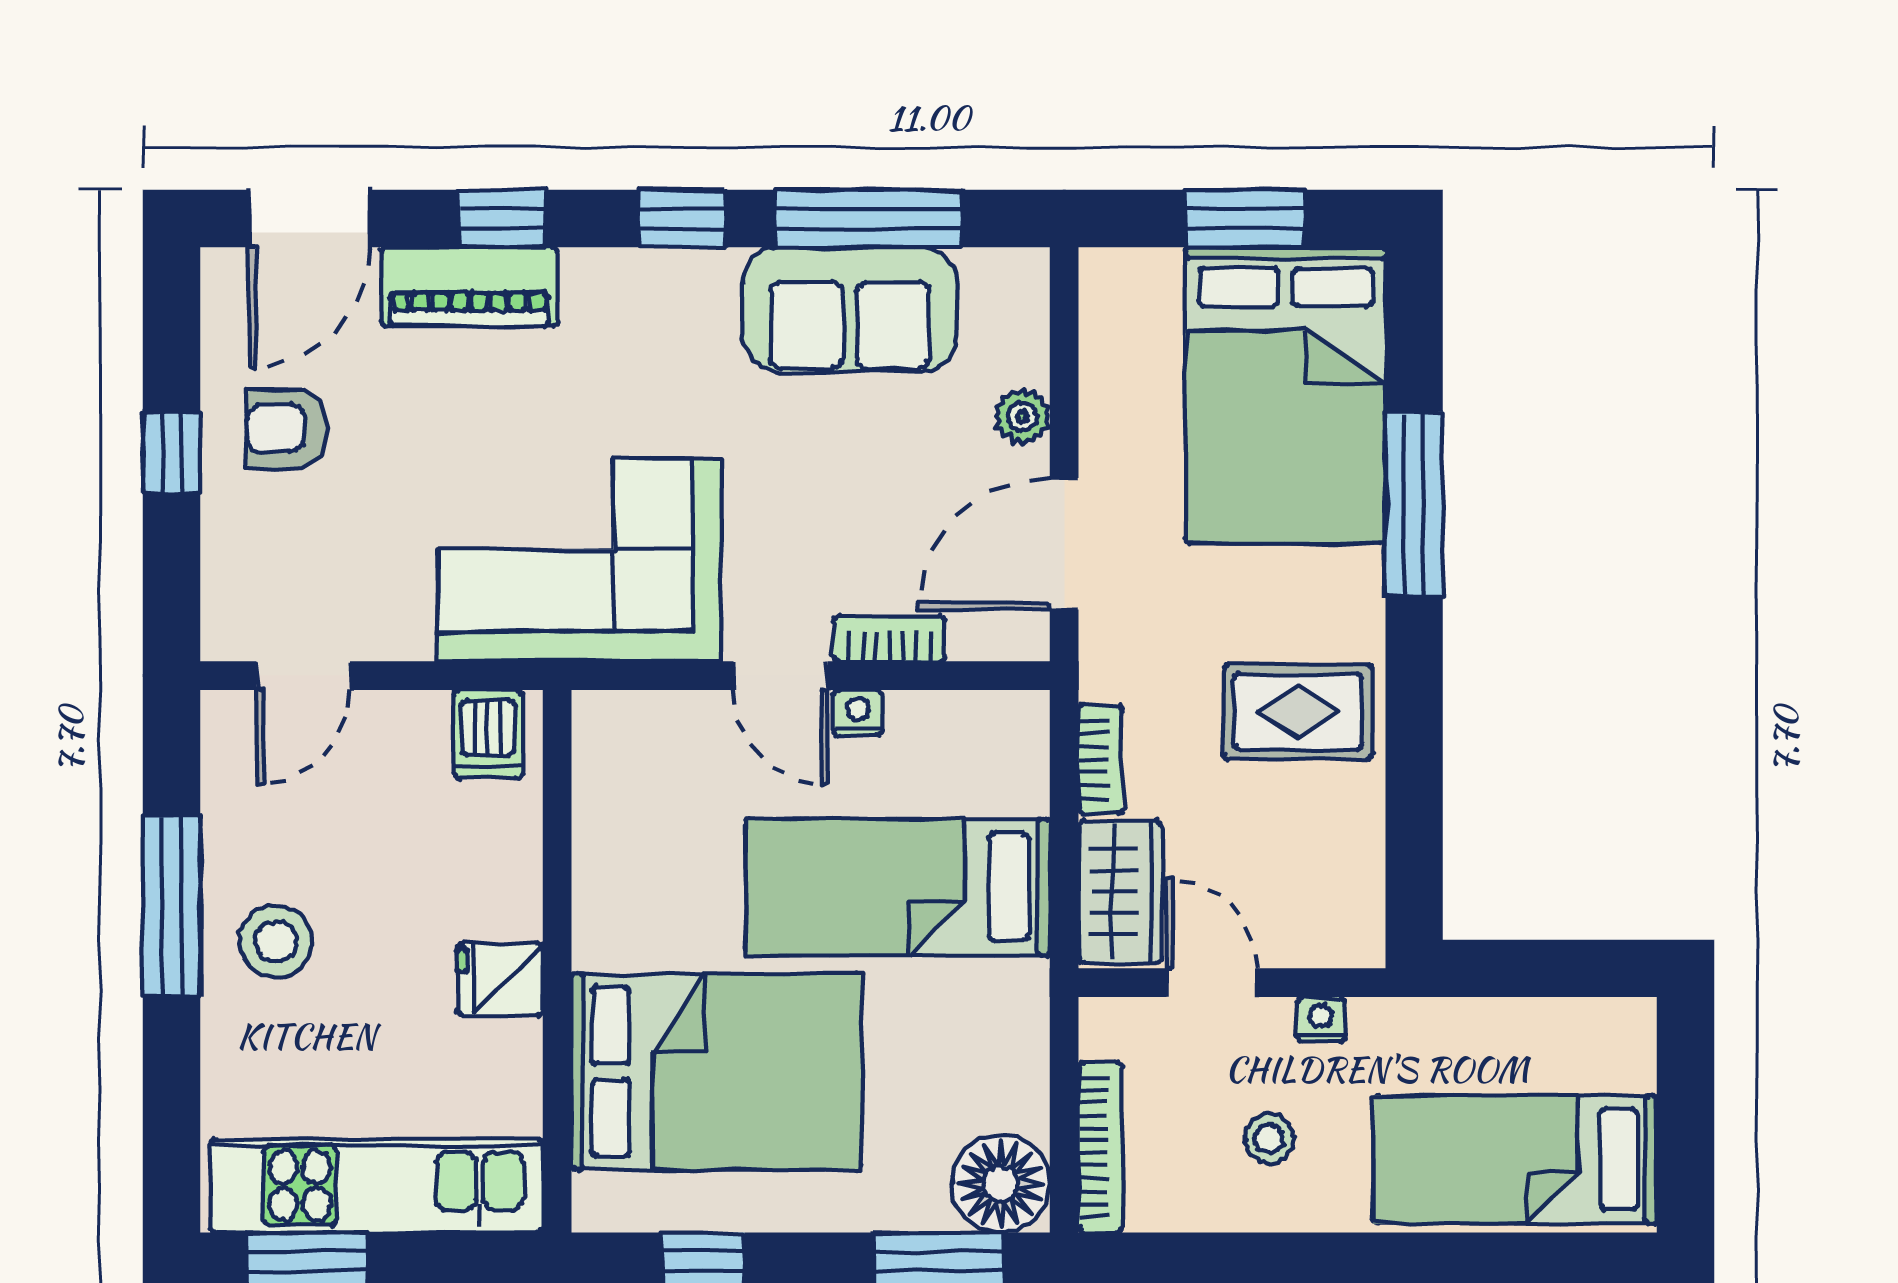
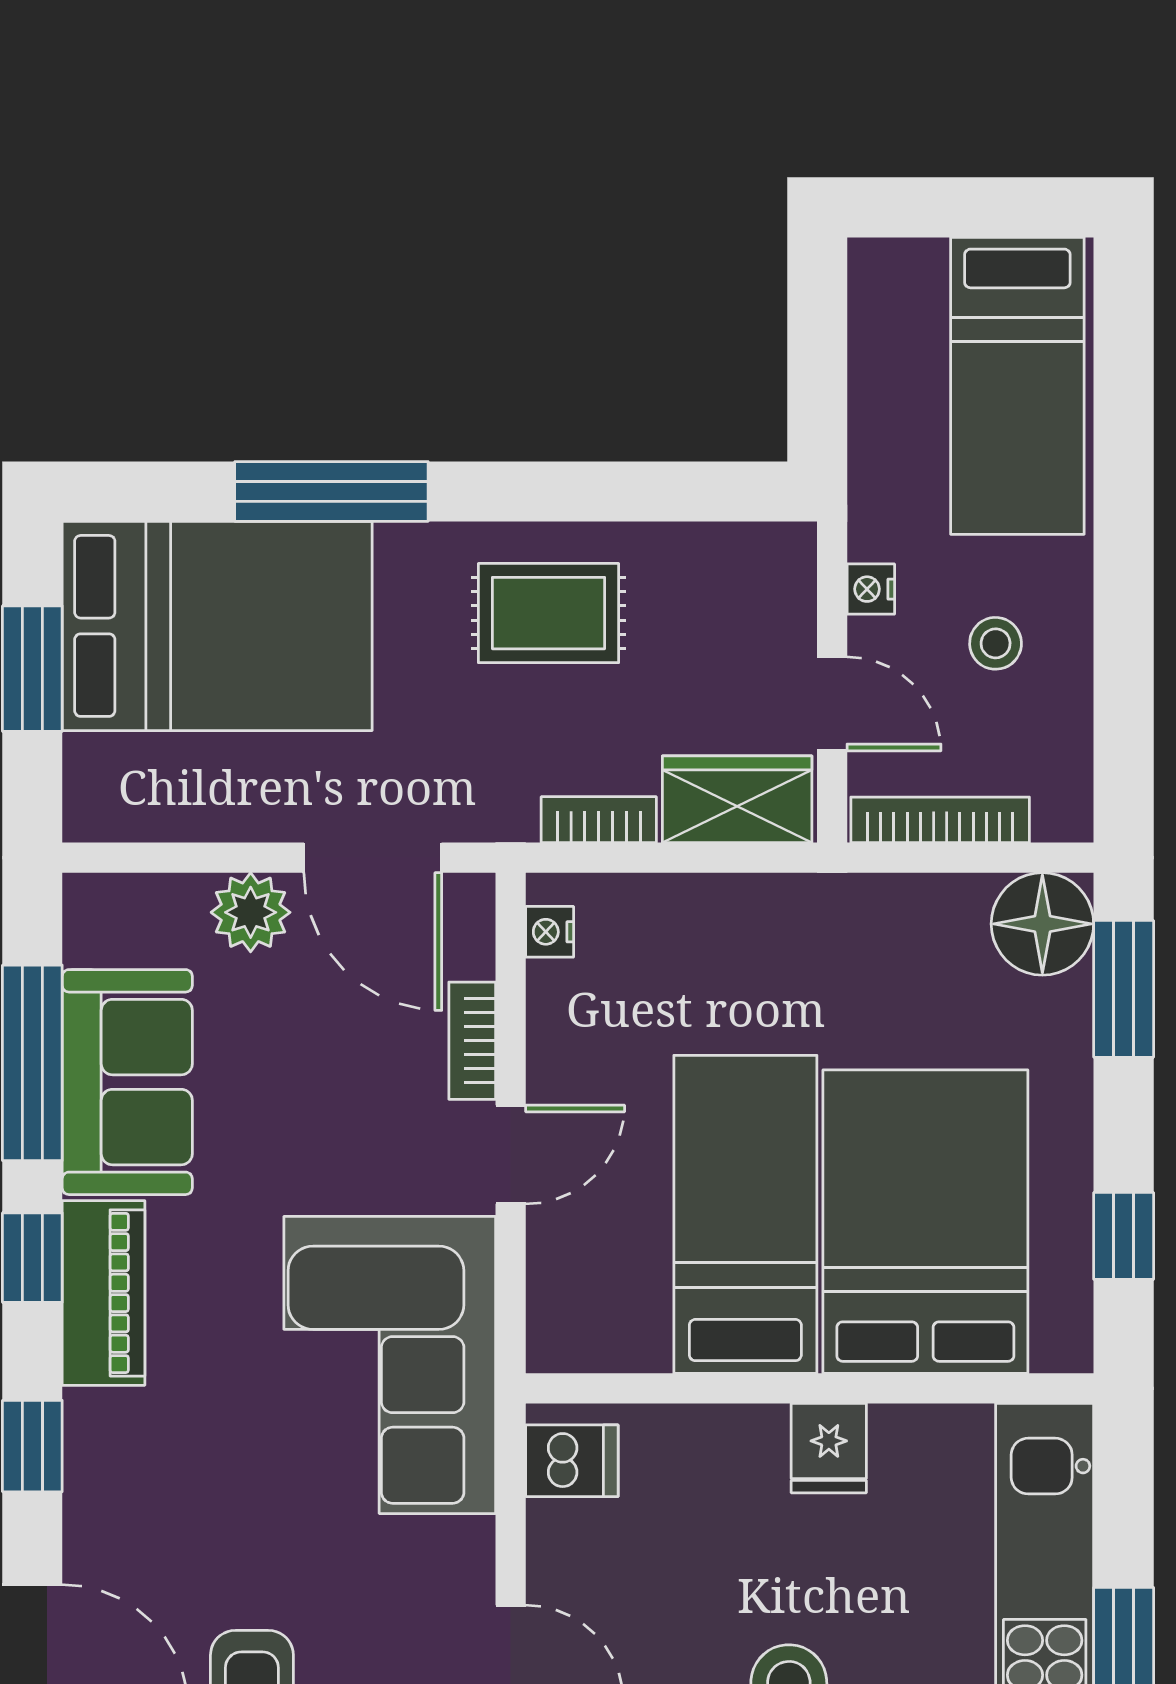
piano: (469, 287) -> (104, 1293), moved
plant: (1022, 417) -> (251, 912), width x1.38, depth x1.38
rug: (1298, 712) -> (548, 613), turned 90
nightstand: (858, 713) -> (550, 932), moved
bed: (898, 887) -> (745, 1214), moved, turned 180
door: (1211, 983) -> (832, 704), swing flipped
bookcase: (1100, 1147) -> (940, 820), moved

